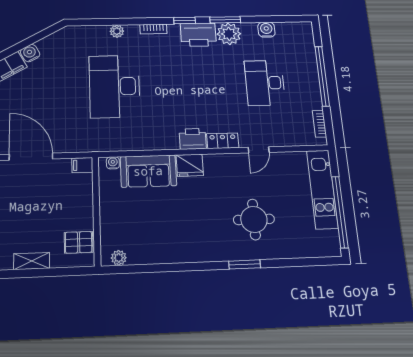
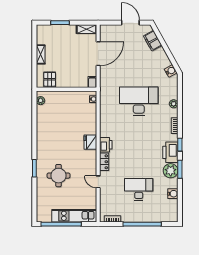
water cooler: (30, 53) -> (171, 71), moved
sofa: (148, 171) -> (88, 119), removed

